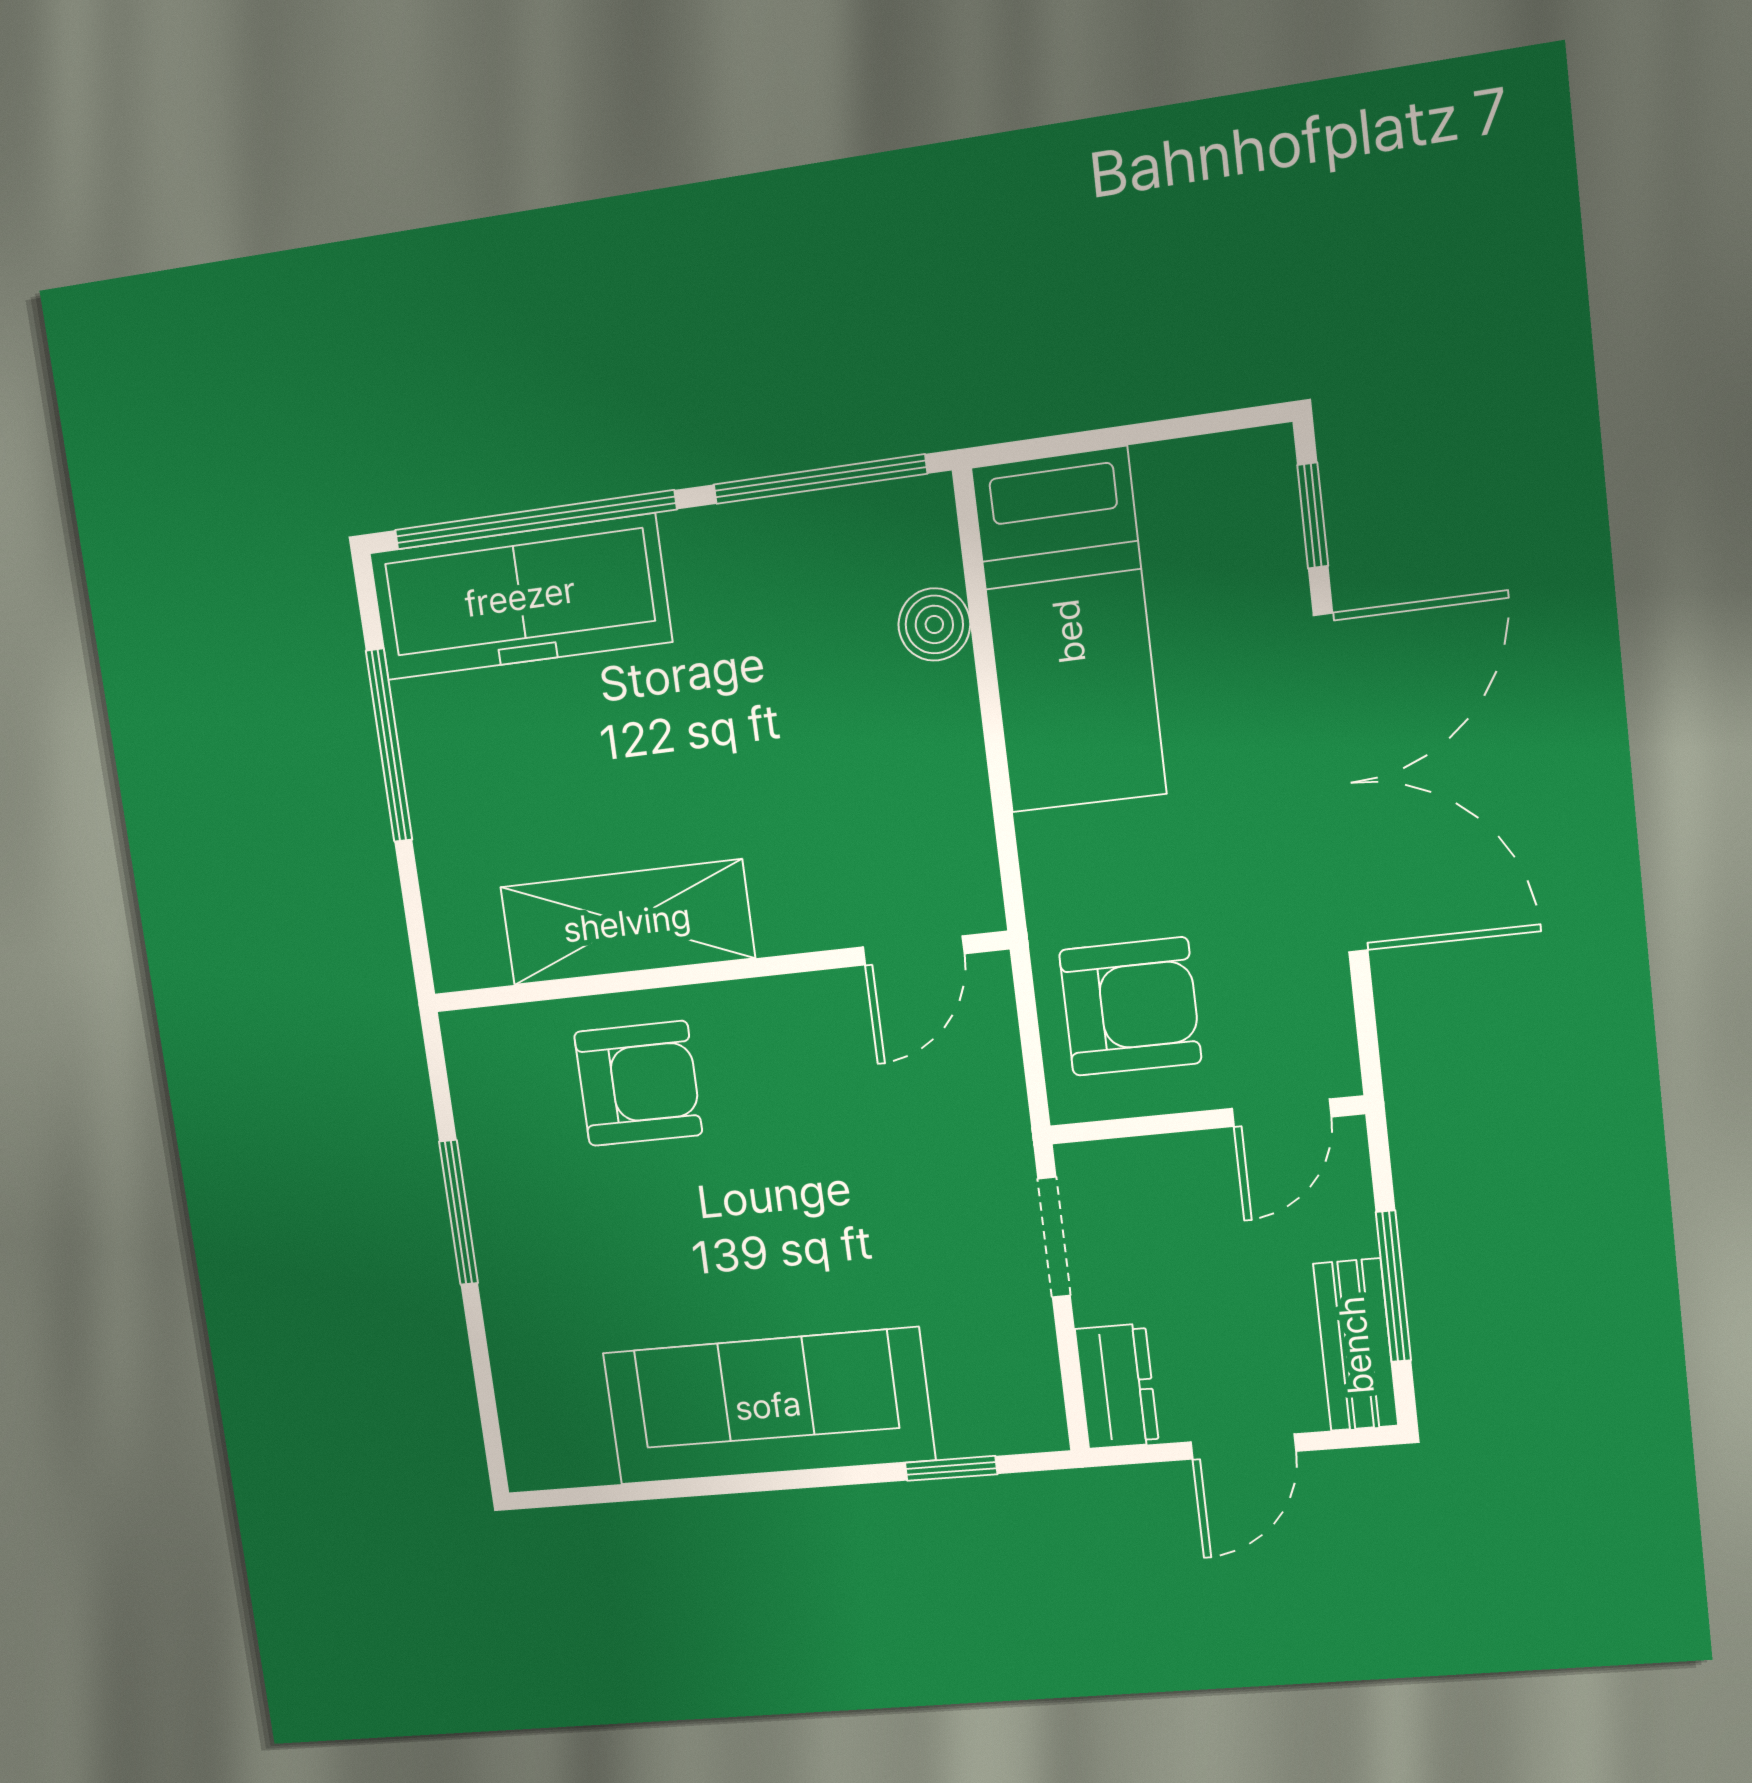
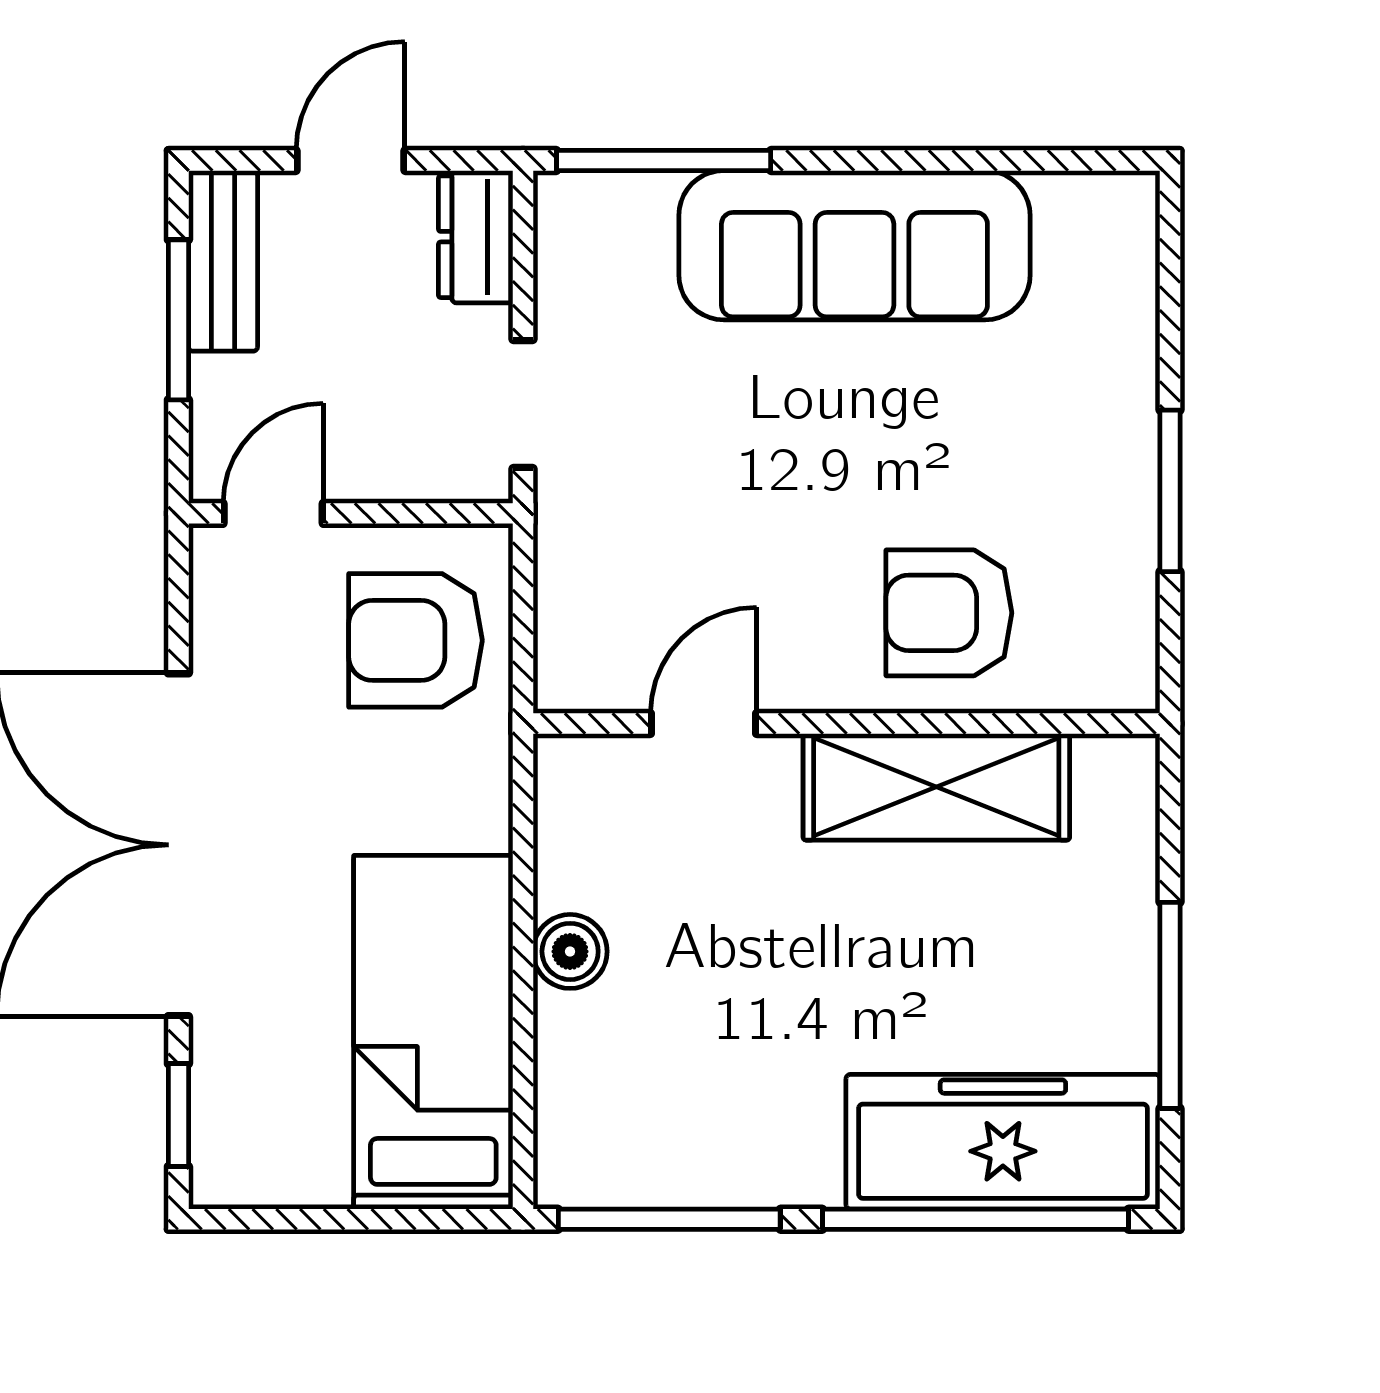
boiler: (934, 624) -> (570, 951), moved
door: (914, 950) -> (703, 723), moved
window: (951, 1468) -> (664, 160), width x2.17

